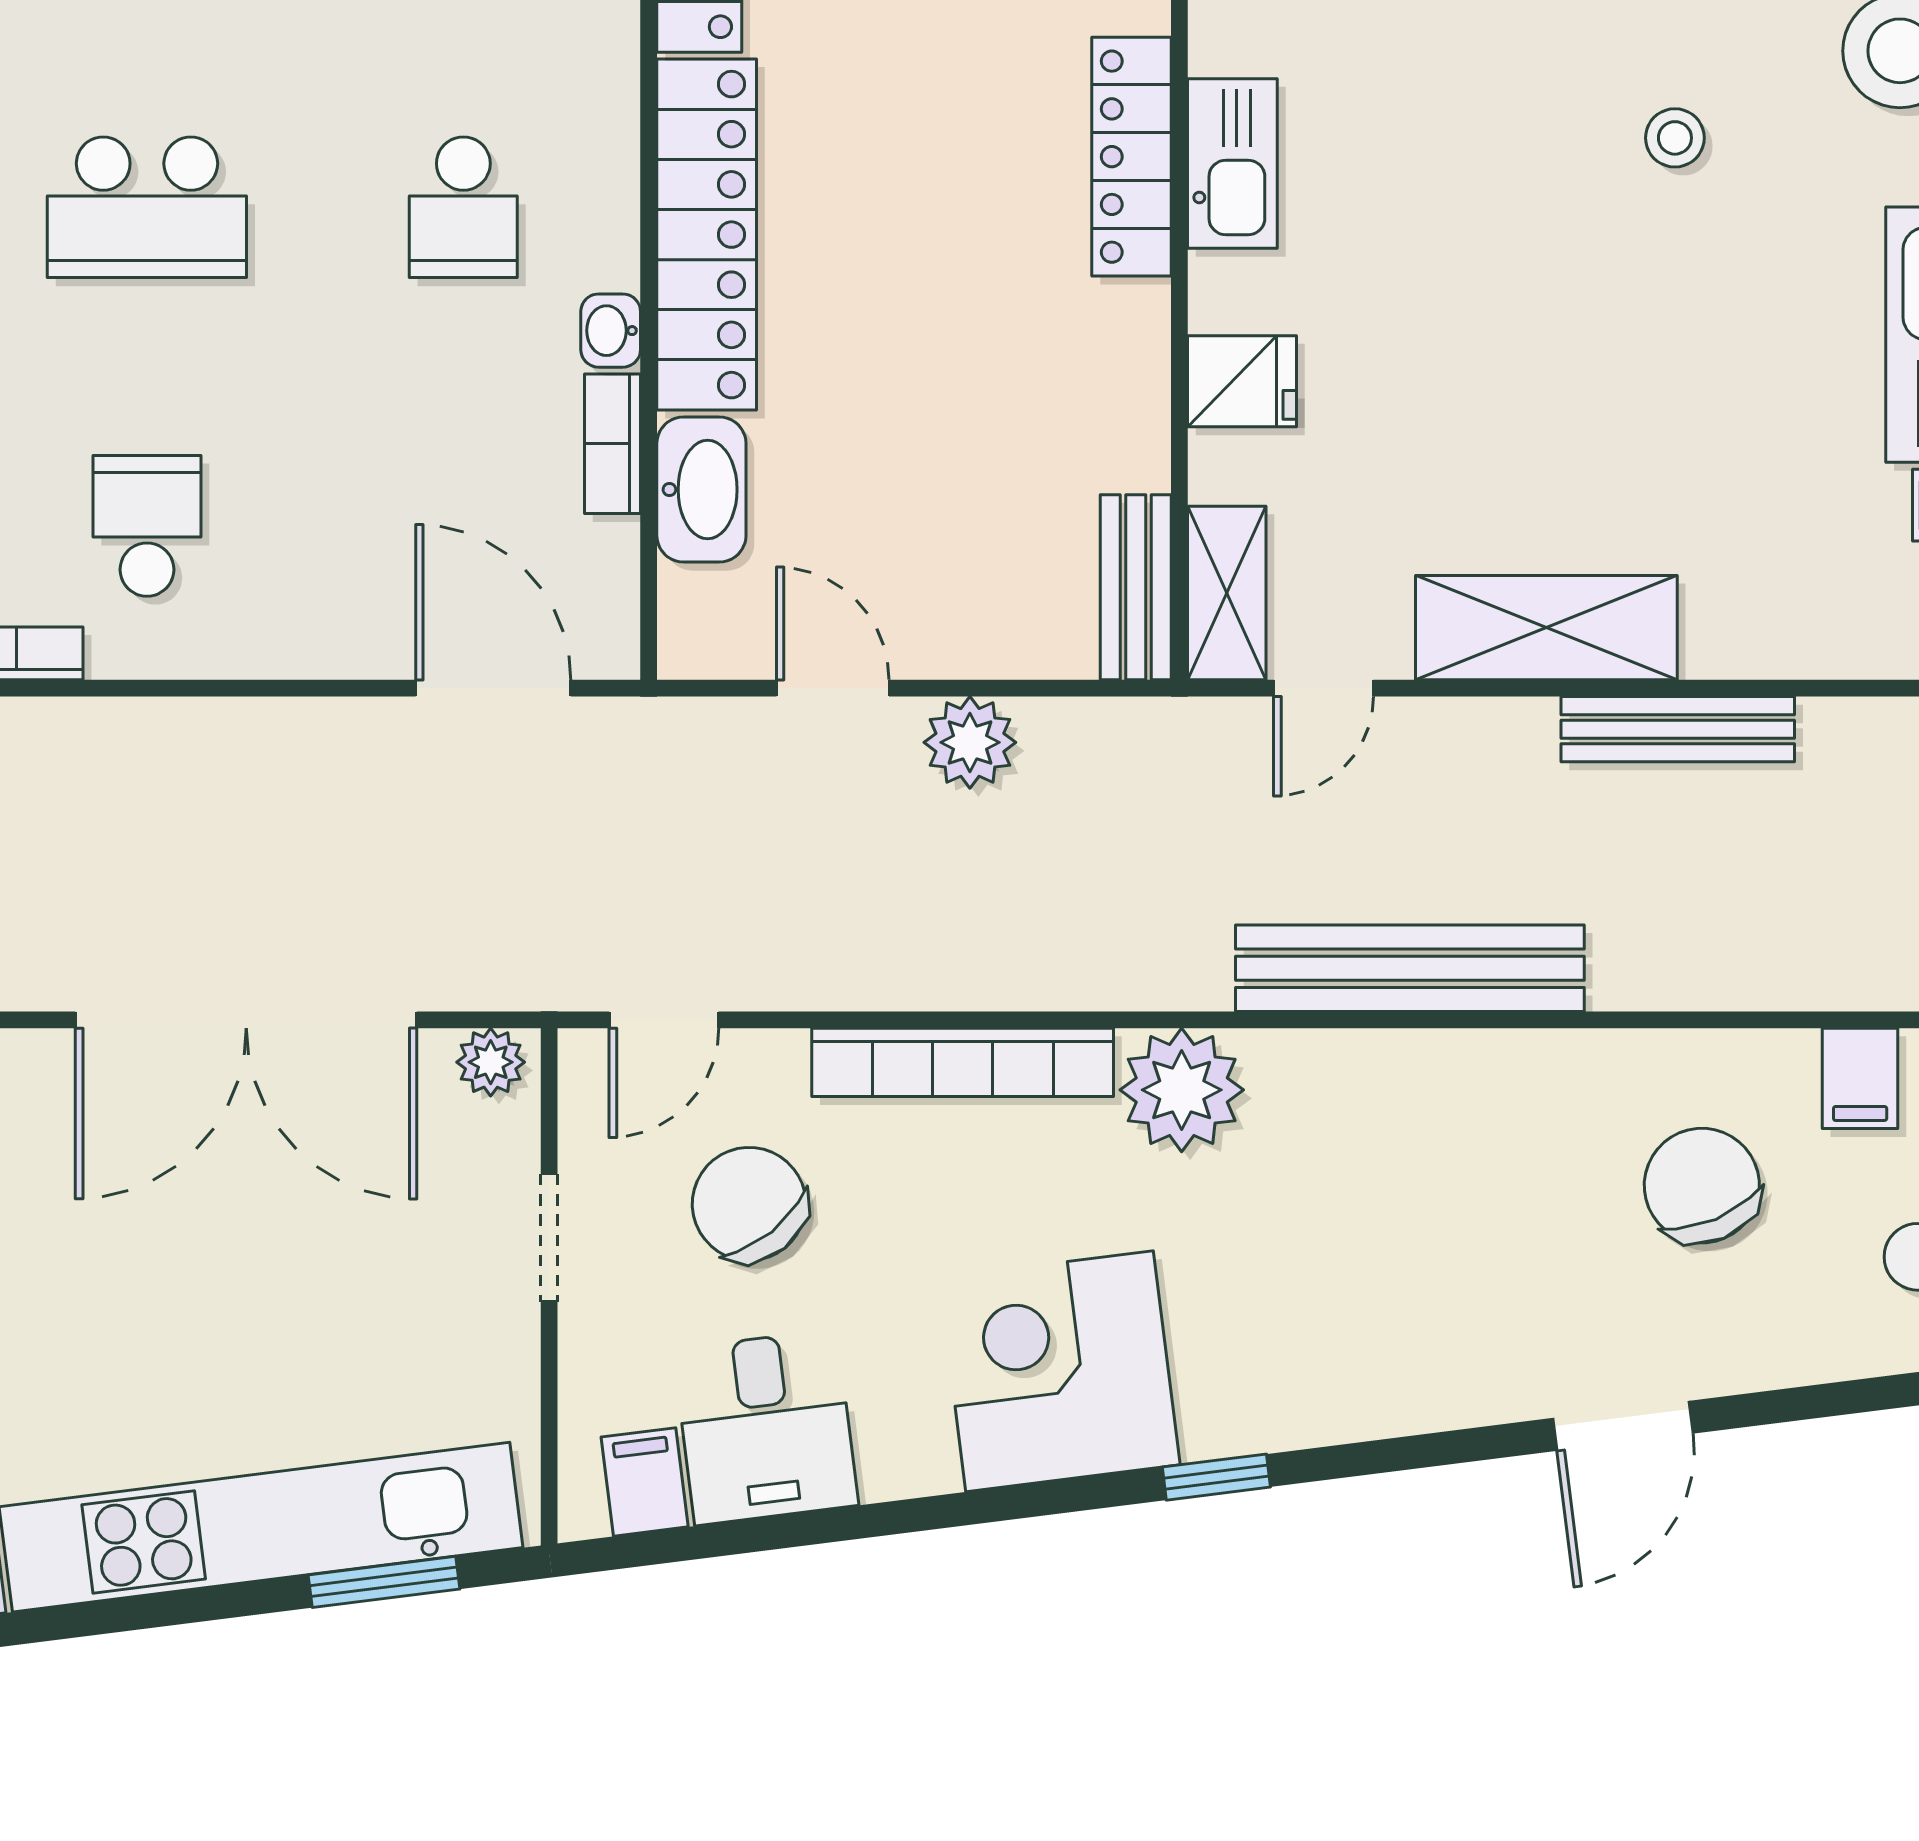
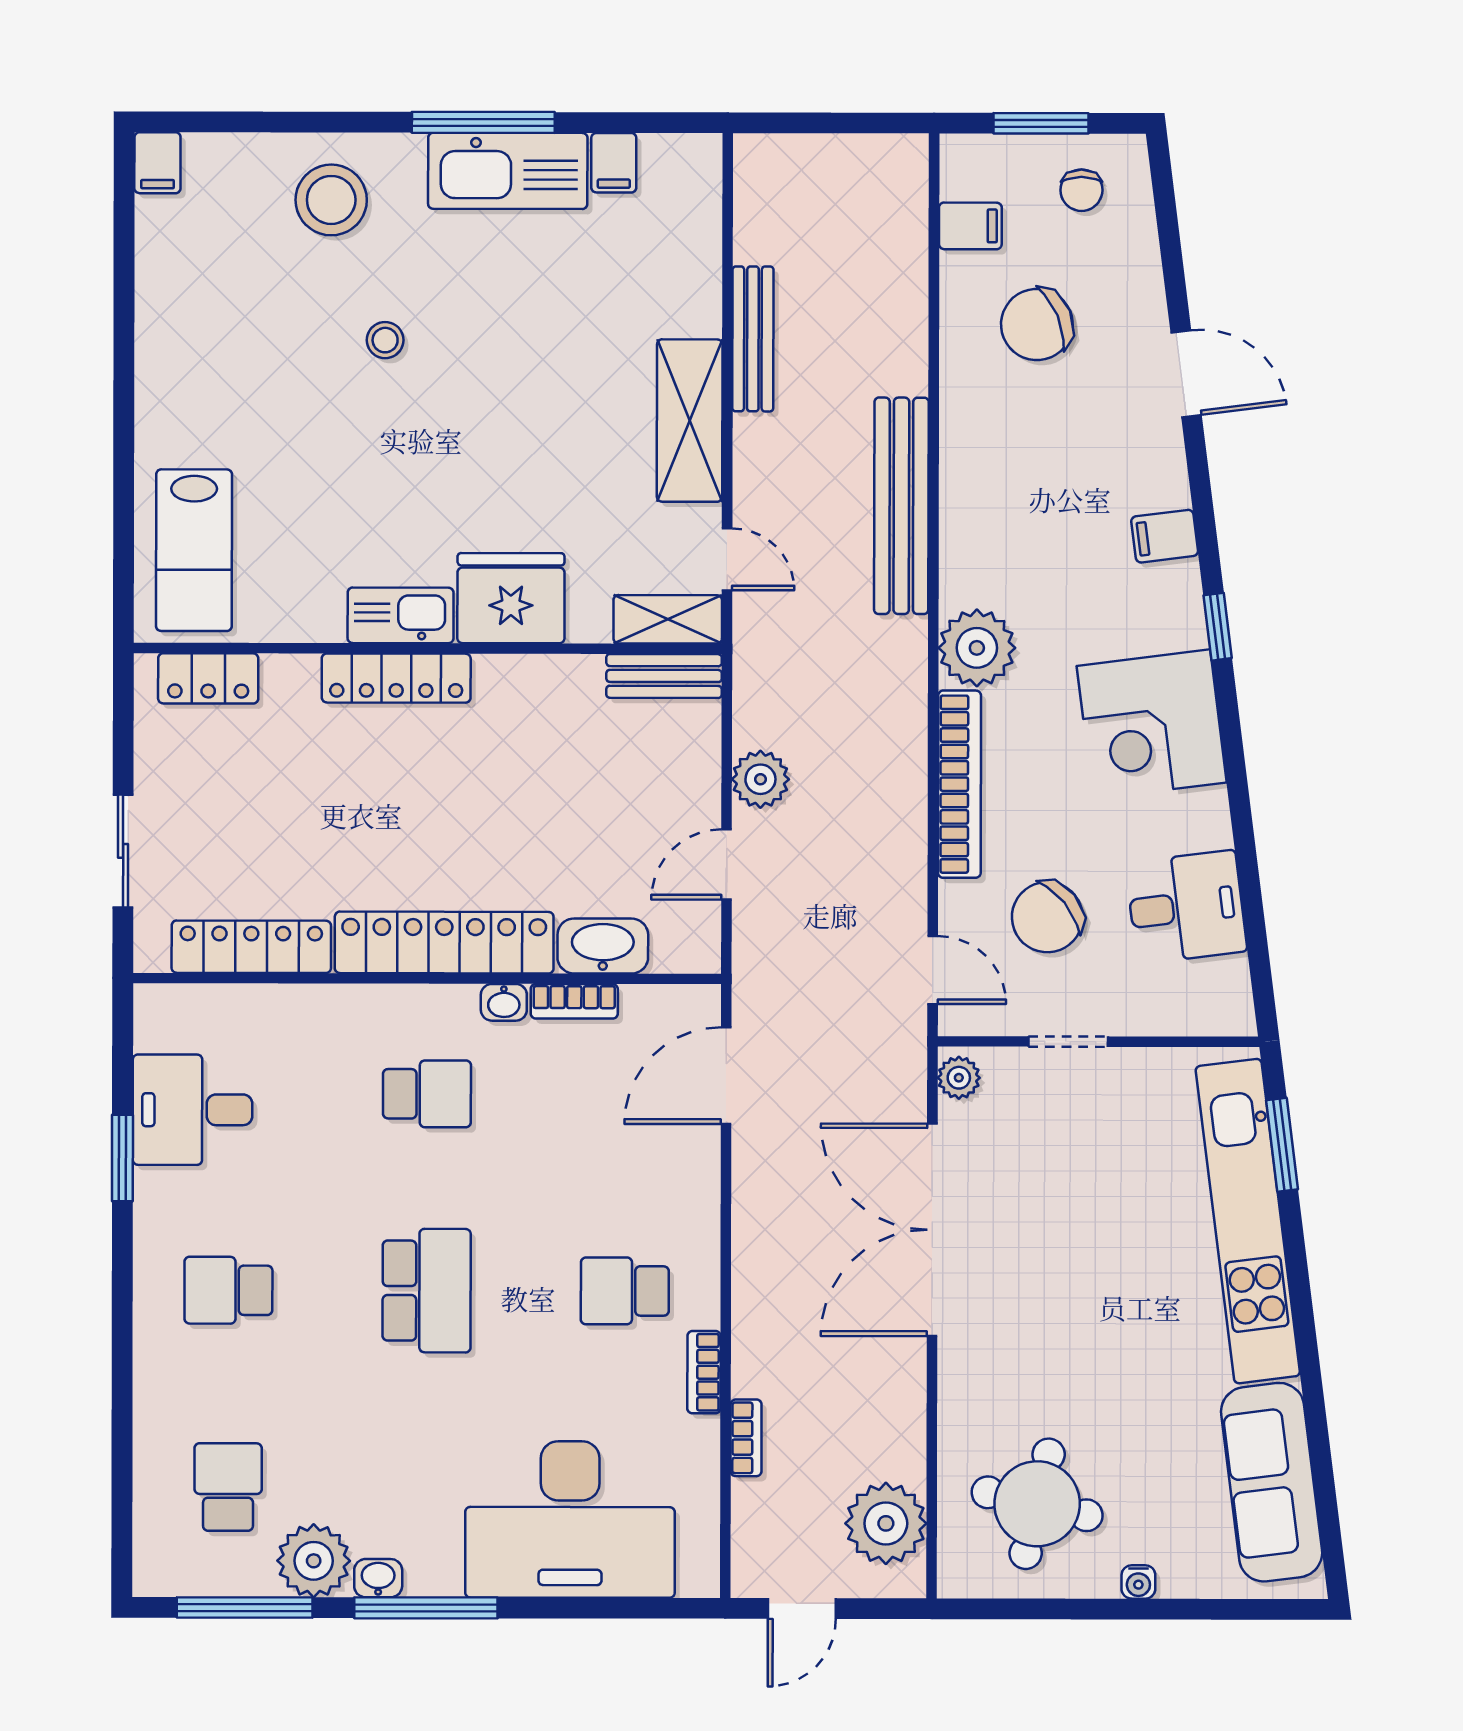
fridge: (1242, 381) -> (511, 598), width x1.88, depth x1.34
double door: (246, 1020) -> (932, 1230), swing flipped
filing cabinet: (645, 1482) -> (1165, 536), moved

